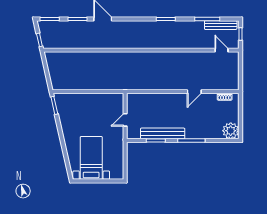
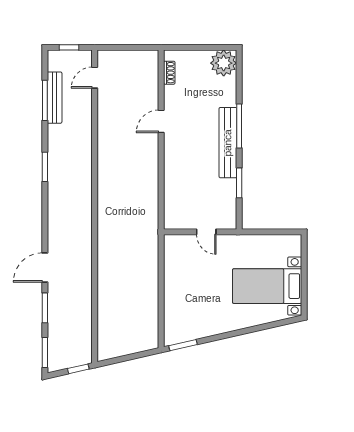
bench: (221, 25) -> (55, 98), moved
door: (194, 92) -> (161, 121), swing flipped
bench: (163, 133) -> (228, 143), moved

